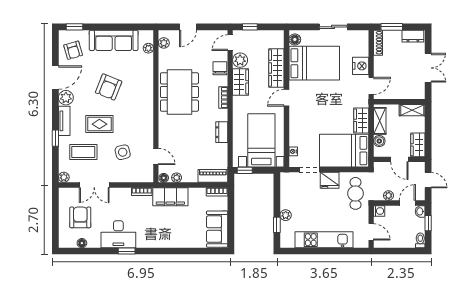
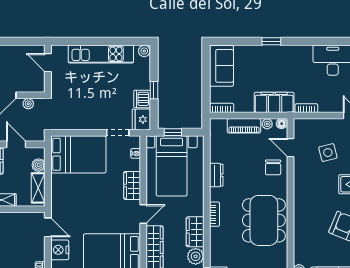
chair: (220, 68) -> (273, 167), moved
door: (371, 86) -> (48, 227), swing flipped
wardrobe: (361, 120) -> (132, 185), moved, turned 180
window: (245, 170) -> (173, 132), moved
piano: (213, 176) -> (244, 126), moved
fridge: (330, 180) -> (141, 119), moved, turned -90
cafe table: (355, 193) -> (65, 106), removed
dishwasher: (287, 200) -> (142, 99), added
washing machine: (379, 211) -> (39, 86), removed
plant: (286, 215) -> (144, 51), moved
window: (277, 225) -> (154, 90), moved
window: (127, 251) -> (271, 41), moved

